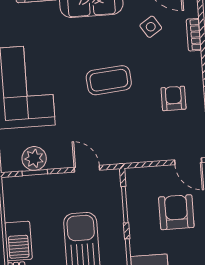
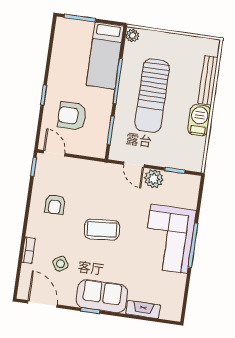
plant: (34, 158) -> (154, 179), moved
armchair: (176, 212) -> (72, 116), turned 90

